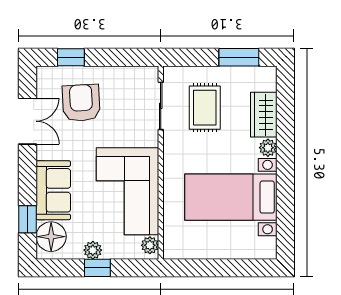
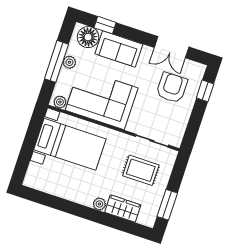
armchair: (81, 103) -> (172, 88), turned -87
bed with nightstands: (231, 197) -> (70, 144), moved, turned 90
window: (97, 268) -> (56, 61), width x2.17

